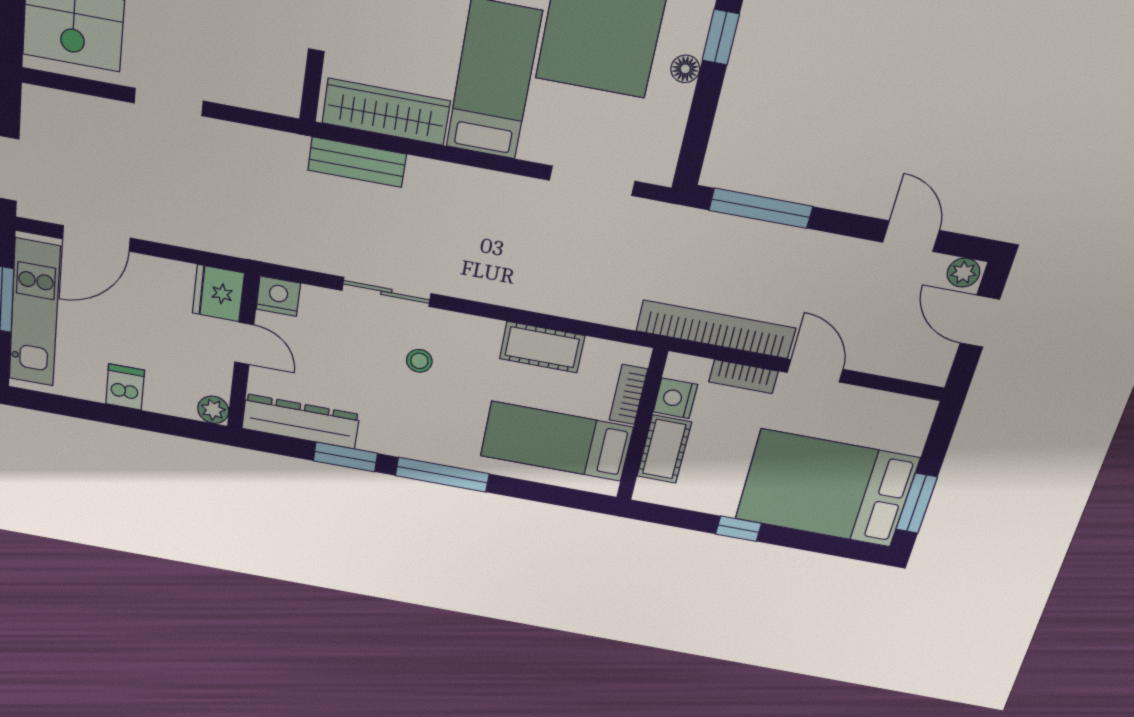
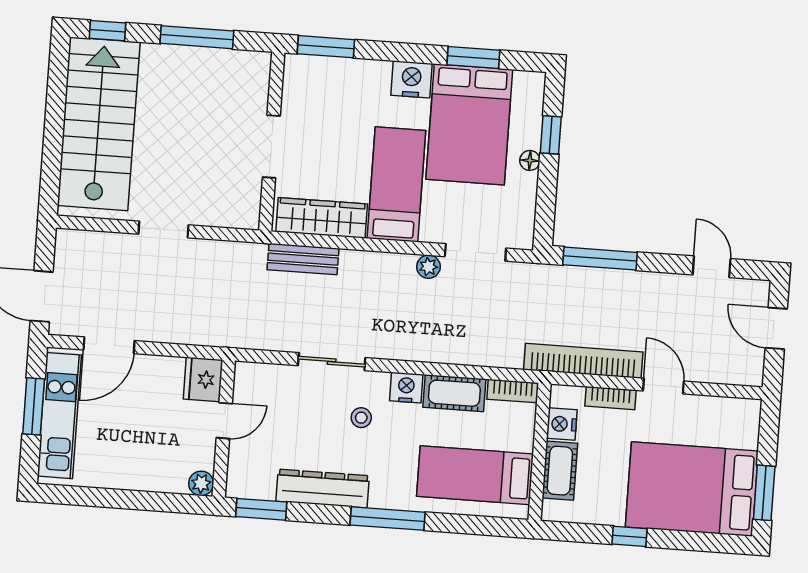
plant: (963, 273) -> (428, 267), moved
nightstand: (278, 296) -> (406, 388), moved
door: (244, 344) -> (224, 421), hinge flipped
dishwasher: (125, 387) -> (130, 472), removed
bookcase: (628, 395) -> (513, 391), moved, turned -90
dresser: (301, 421) -> (323, 488), moved
window: (345, 457) -> (261, 509), moved

